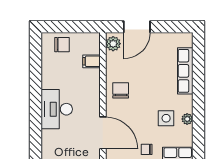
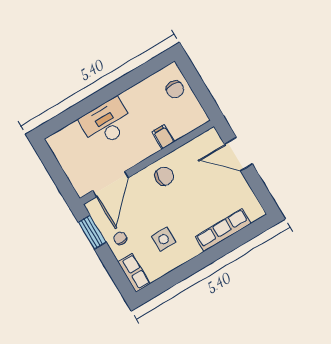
plant: (113, 44) -> (207, 140), removed
filing cabinet: (92, 61) -> (163, 137), moved
plant: (187, 119) -> (176, 261), removed

